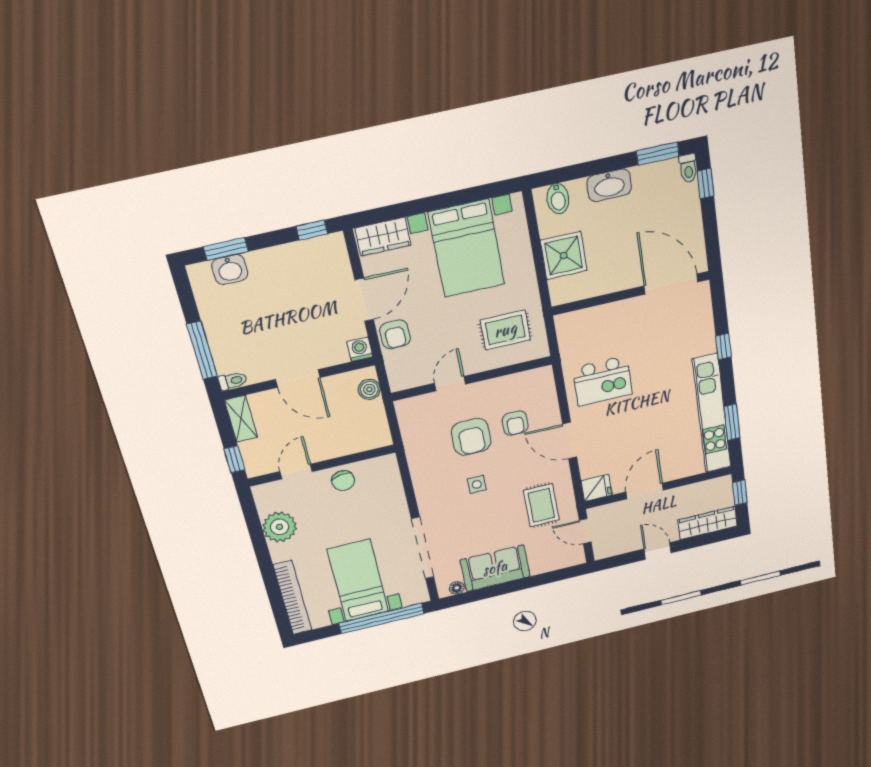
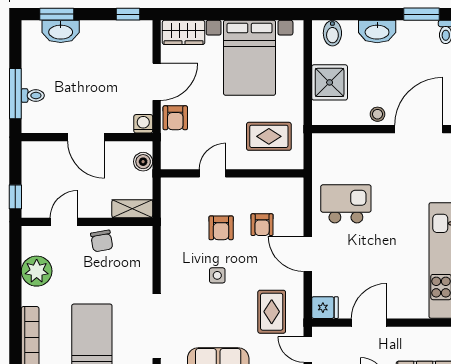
washbasin: (230, 270) -> (61, 31), width x1.38
stool: (623, 278) -> (378, 114), added
door: (671, 284) -> (419, 129), hinge flipped
toilet: (233, 381) -> (33, 96), moved
kitchen island: (602, 381) -> (346, 204), turned 180
shelving: (241, 419) -> (132, 209), moved, turned 90
armchair: (471, 437) -> (221, 228), width x0.72, depth x0.72

